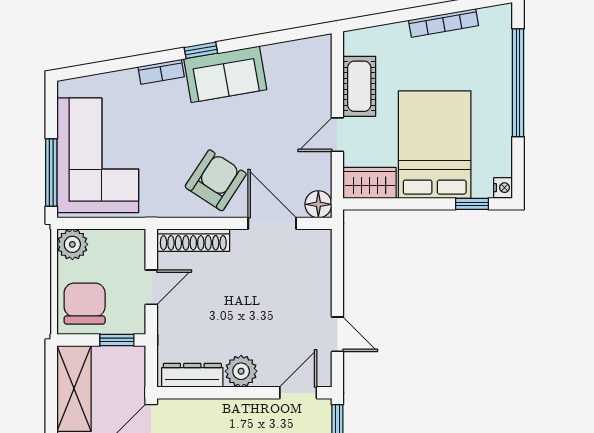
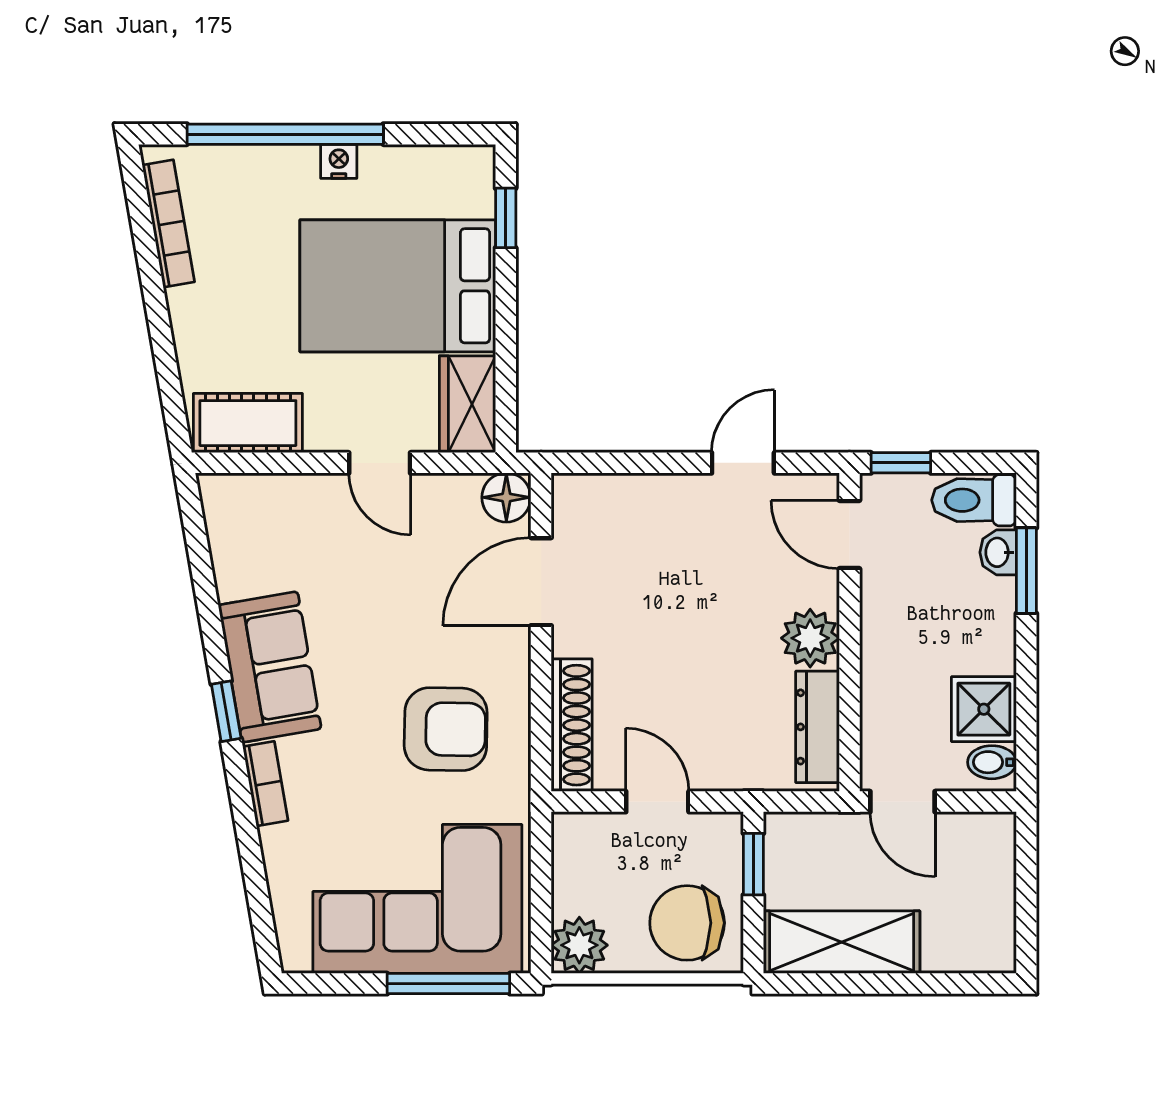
bookcase: (444, 23) -> (168, 224), moved
cot: (359, 86) -> (248, 423), moved
armchair: (216, 180) -> (446, 729), moved, turned 148
nightstand: (503, 188) -> (339, 161), moved

